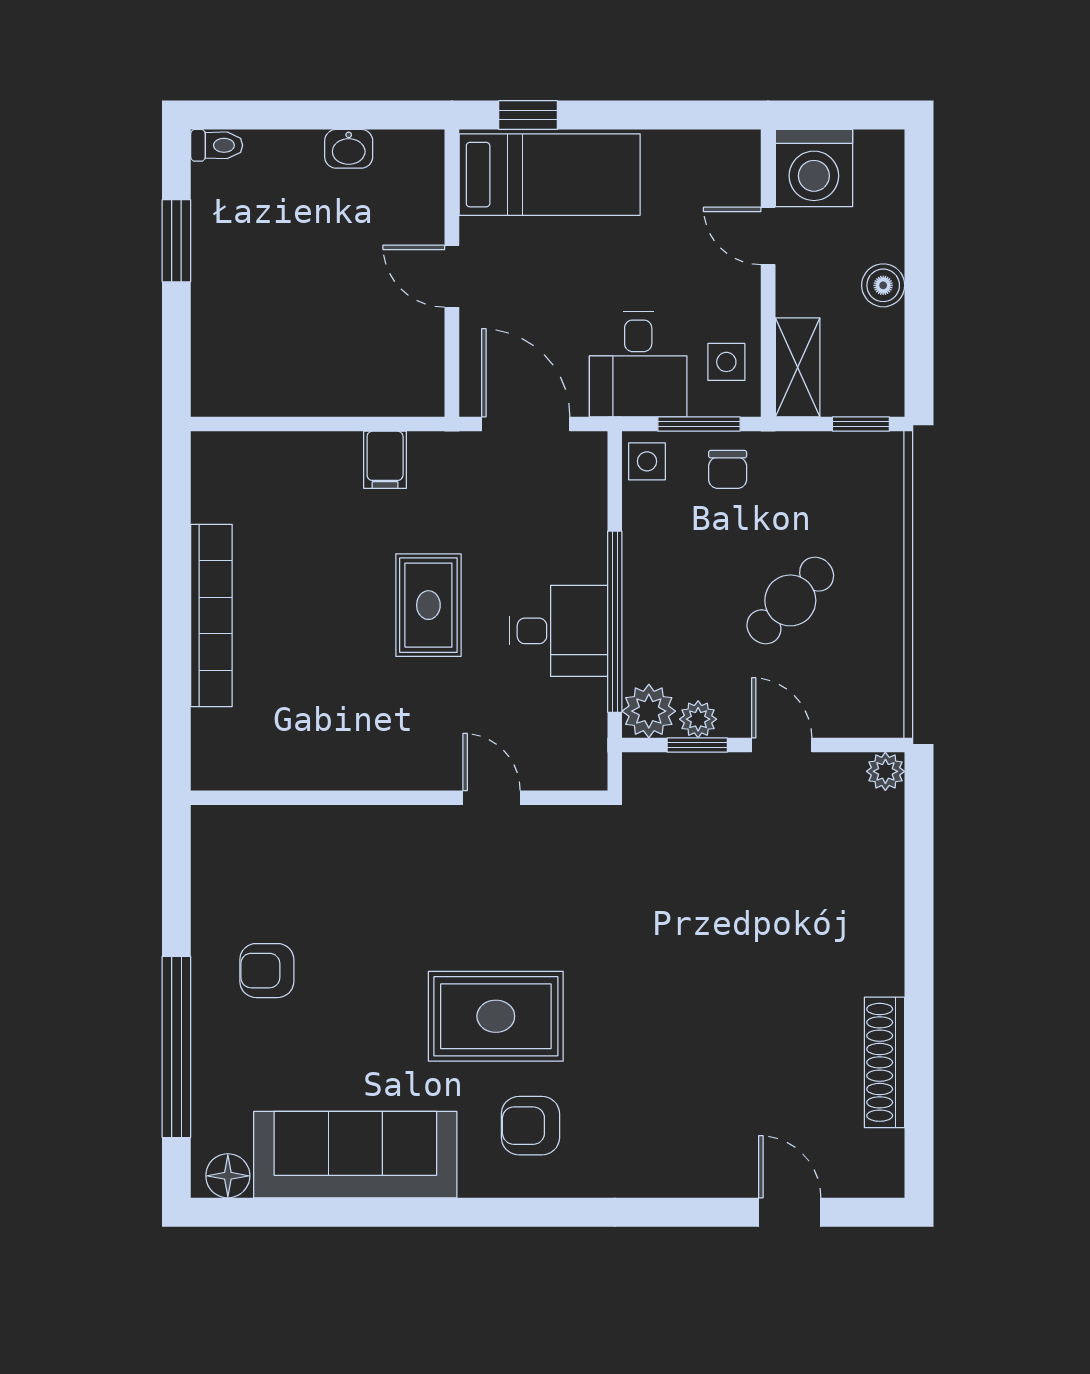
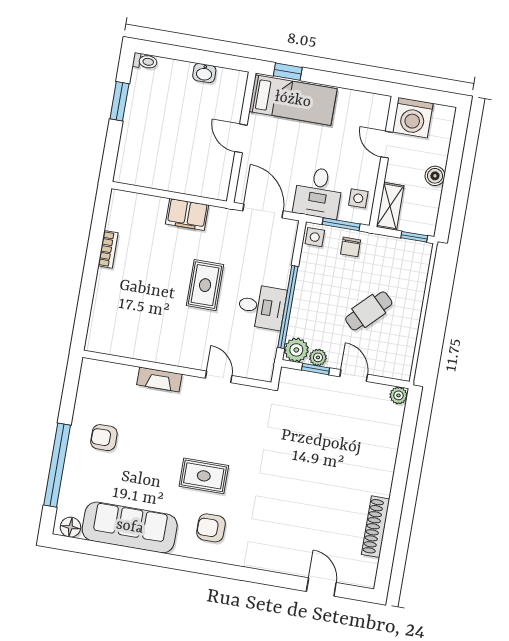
filing cabinet: (385, 460) -> (187, 215), width x2.00
bookcase: (211, 615) -> (108, 249), width x0.43, depth x0.76
fireplace: (365, 825) -> (159, 379), added
rug: (496, 1016) -> (204, 476), width x0.73, depth x0.70

